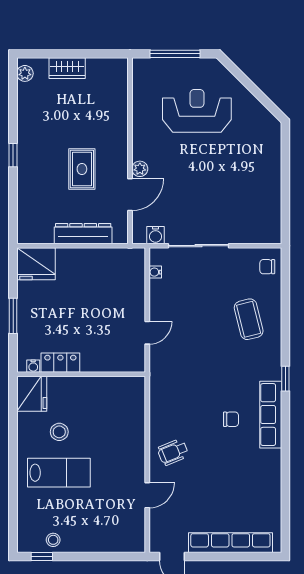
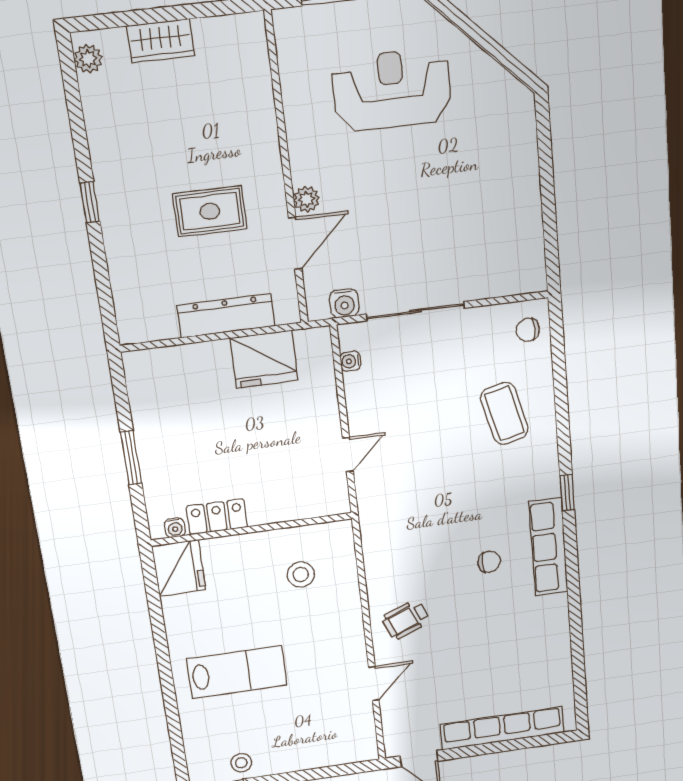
rug: (82, 169) -> (210, 211), turned 90
fridge: (36, 264) -> (264, 359), moved
stool: (59, 432) -> (301, 575), moved

